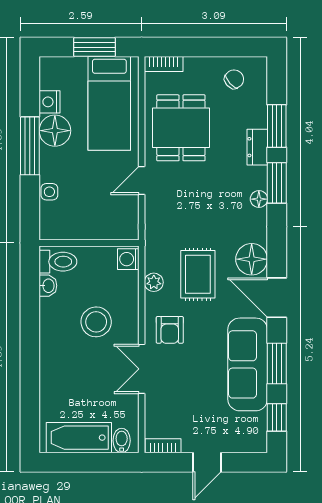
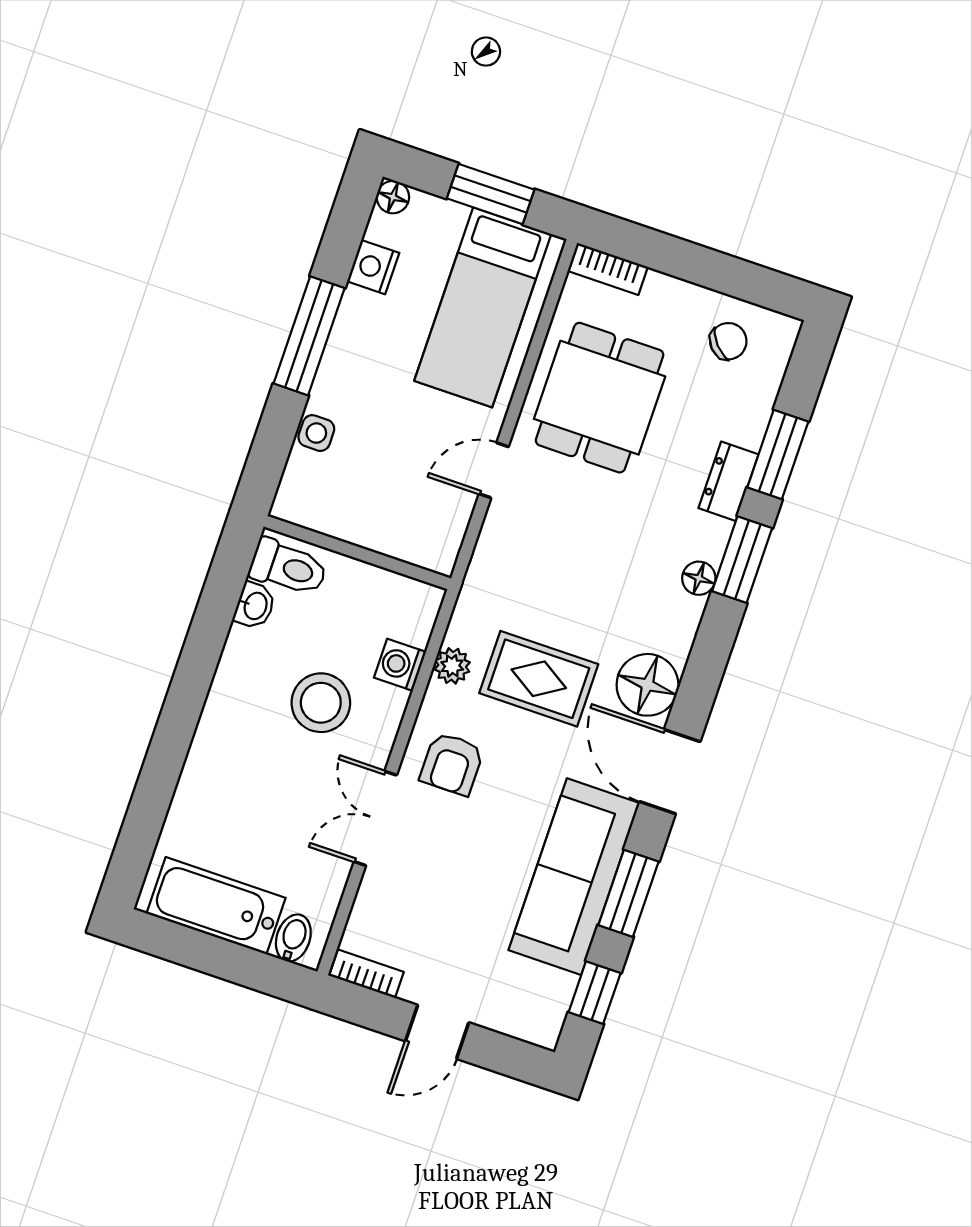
floor lamp: (55, 131) -> (393, 197), moved, width x0.53, depth x0.53
washing machine: (128, 259) -> (400, 665), moved
rug: (198, 274) -> (539, 679), turned 90

